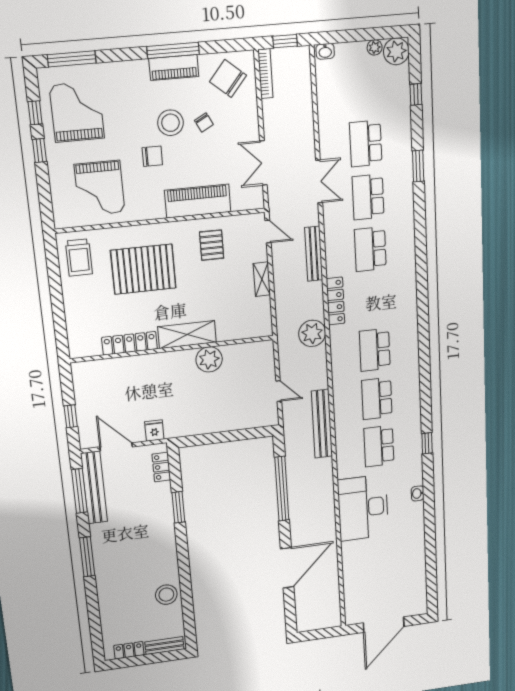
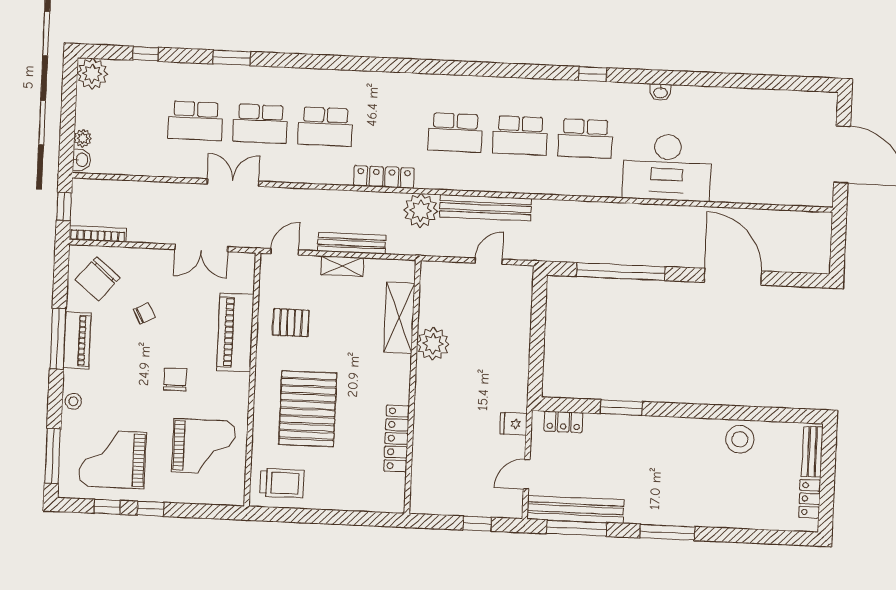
plant: (375, 47) -> (83, 138), moved
stool: (170, 123) -> (73, 401), moved, width x0.53, depth x0.53
bench: (314, 254) -> (352, 243), moved
shelving: (187, 335) -> (399, 318), moved
bench: (322, 424) -> (485, 208), moved
door: (116, 447) -> (527, 474), width x0.73

